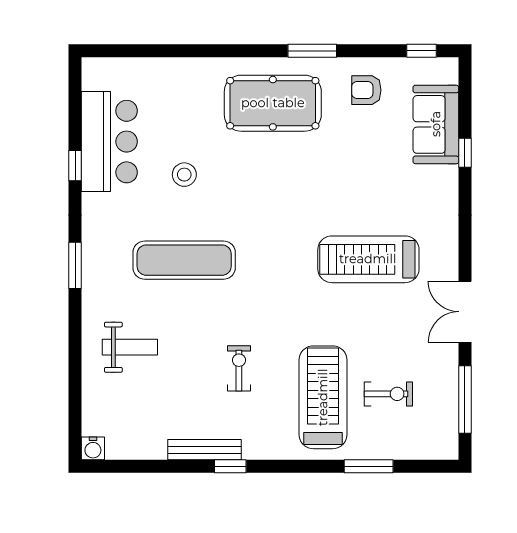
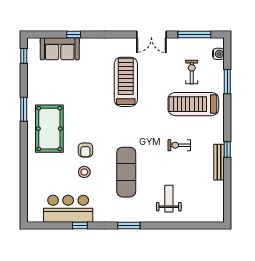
armchair: (366, 90) -> (85, 150), moved
treadmill: (368, 259) -> (126, 82), turned 180
water cooler: (93, 448) -> (218, 54), moved

